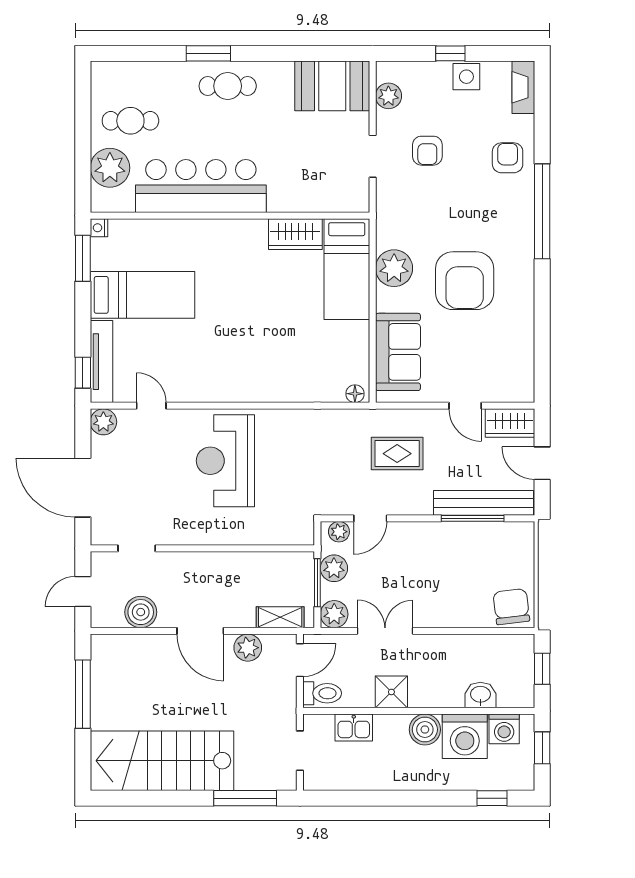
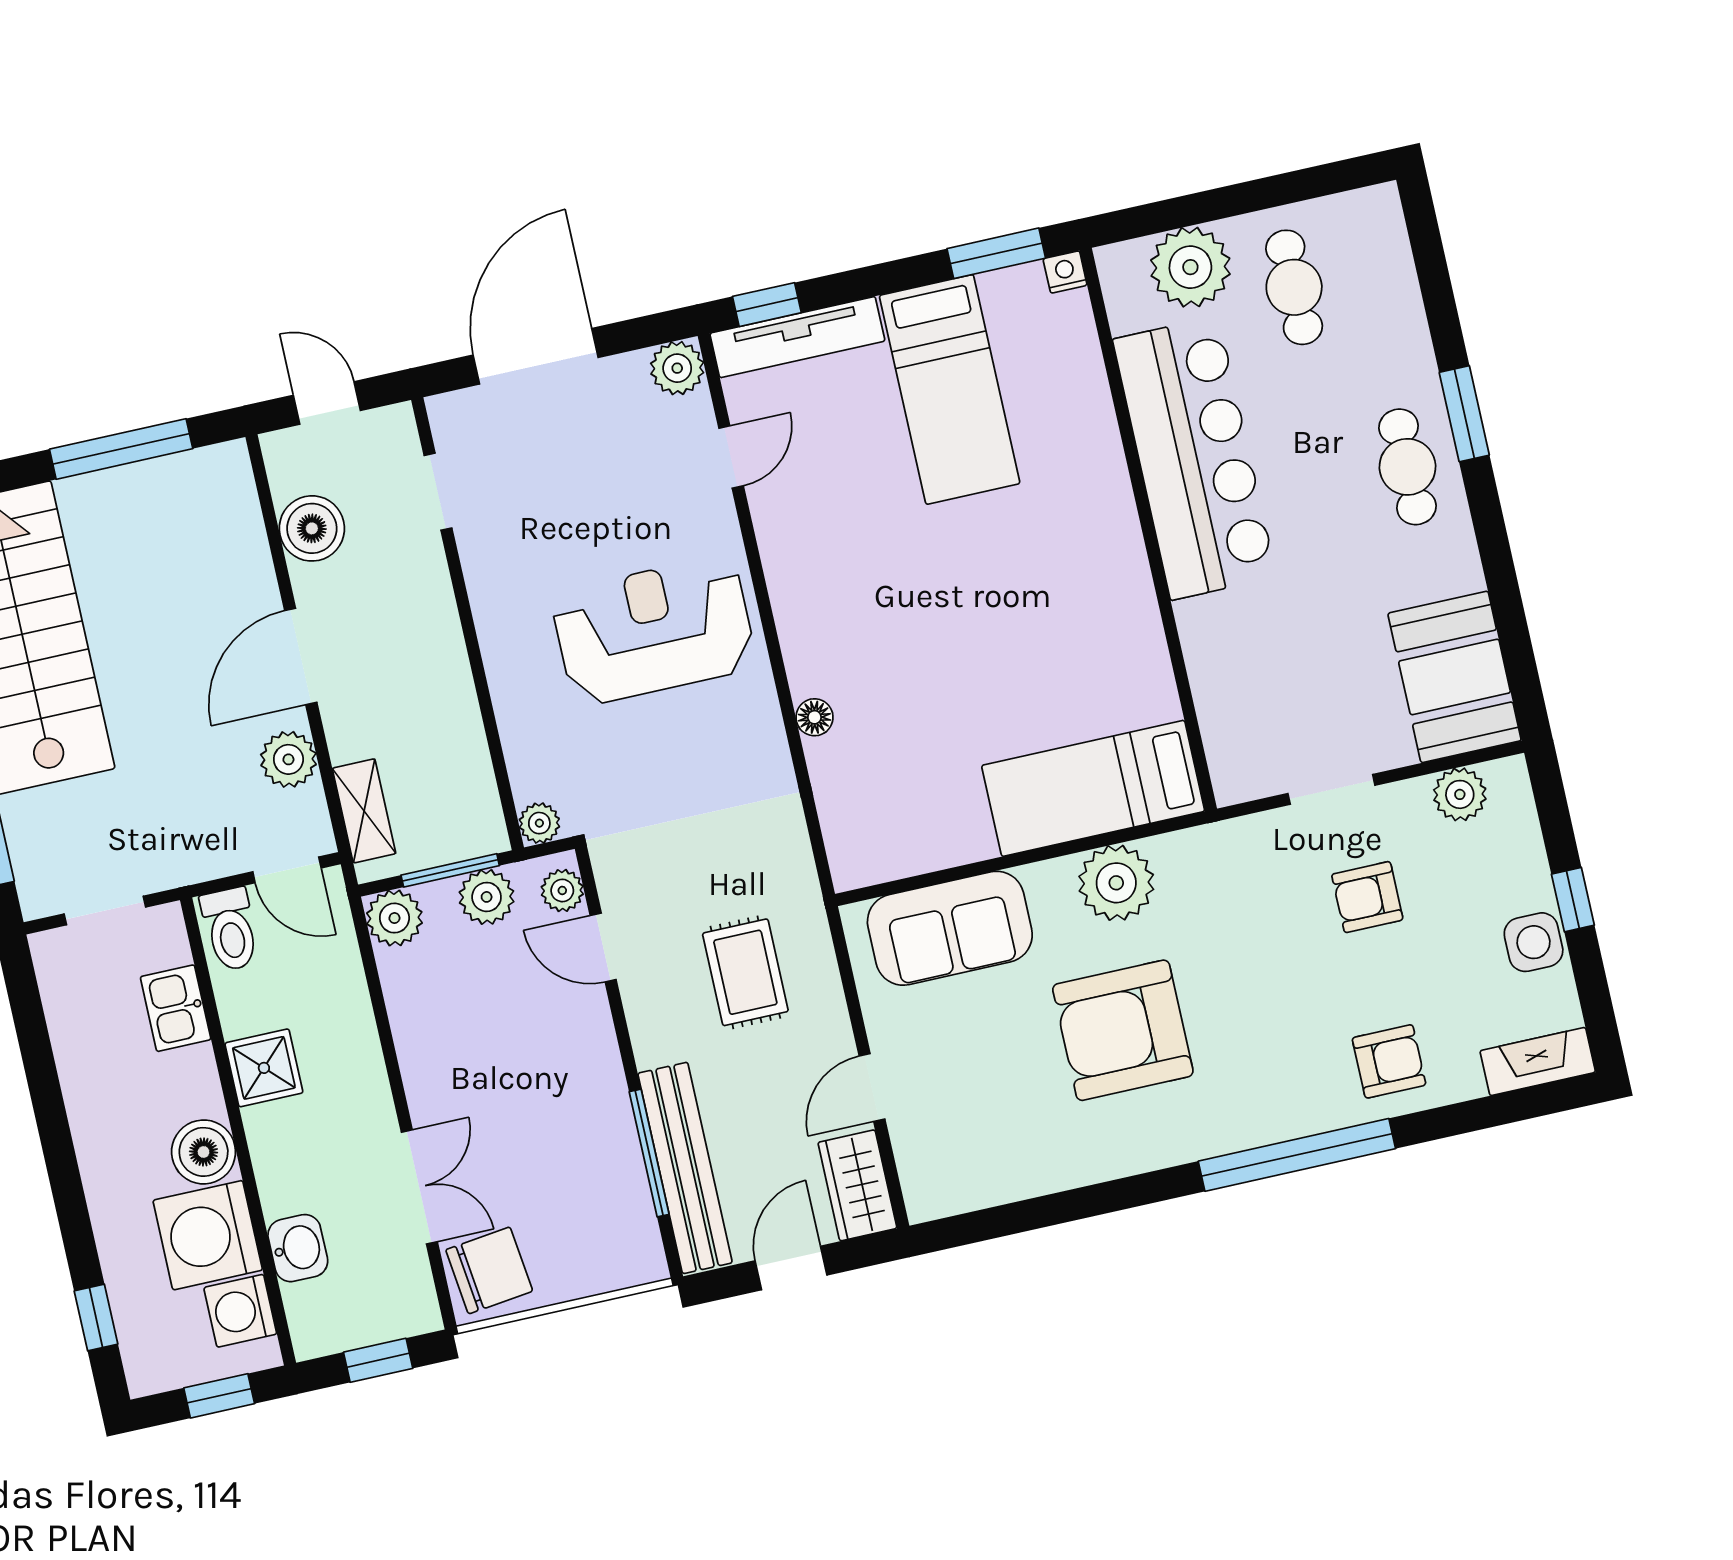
wardrobe: (295, 234) -> (1140, 669), removed
floor lamp: (355, 394) -> (814, 717), moved
plant: (305, 535) -> (539, 823), added
double door: (385, 631) -> (419, 1187), moved

